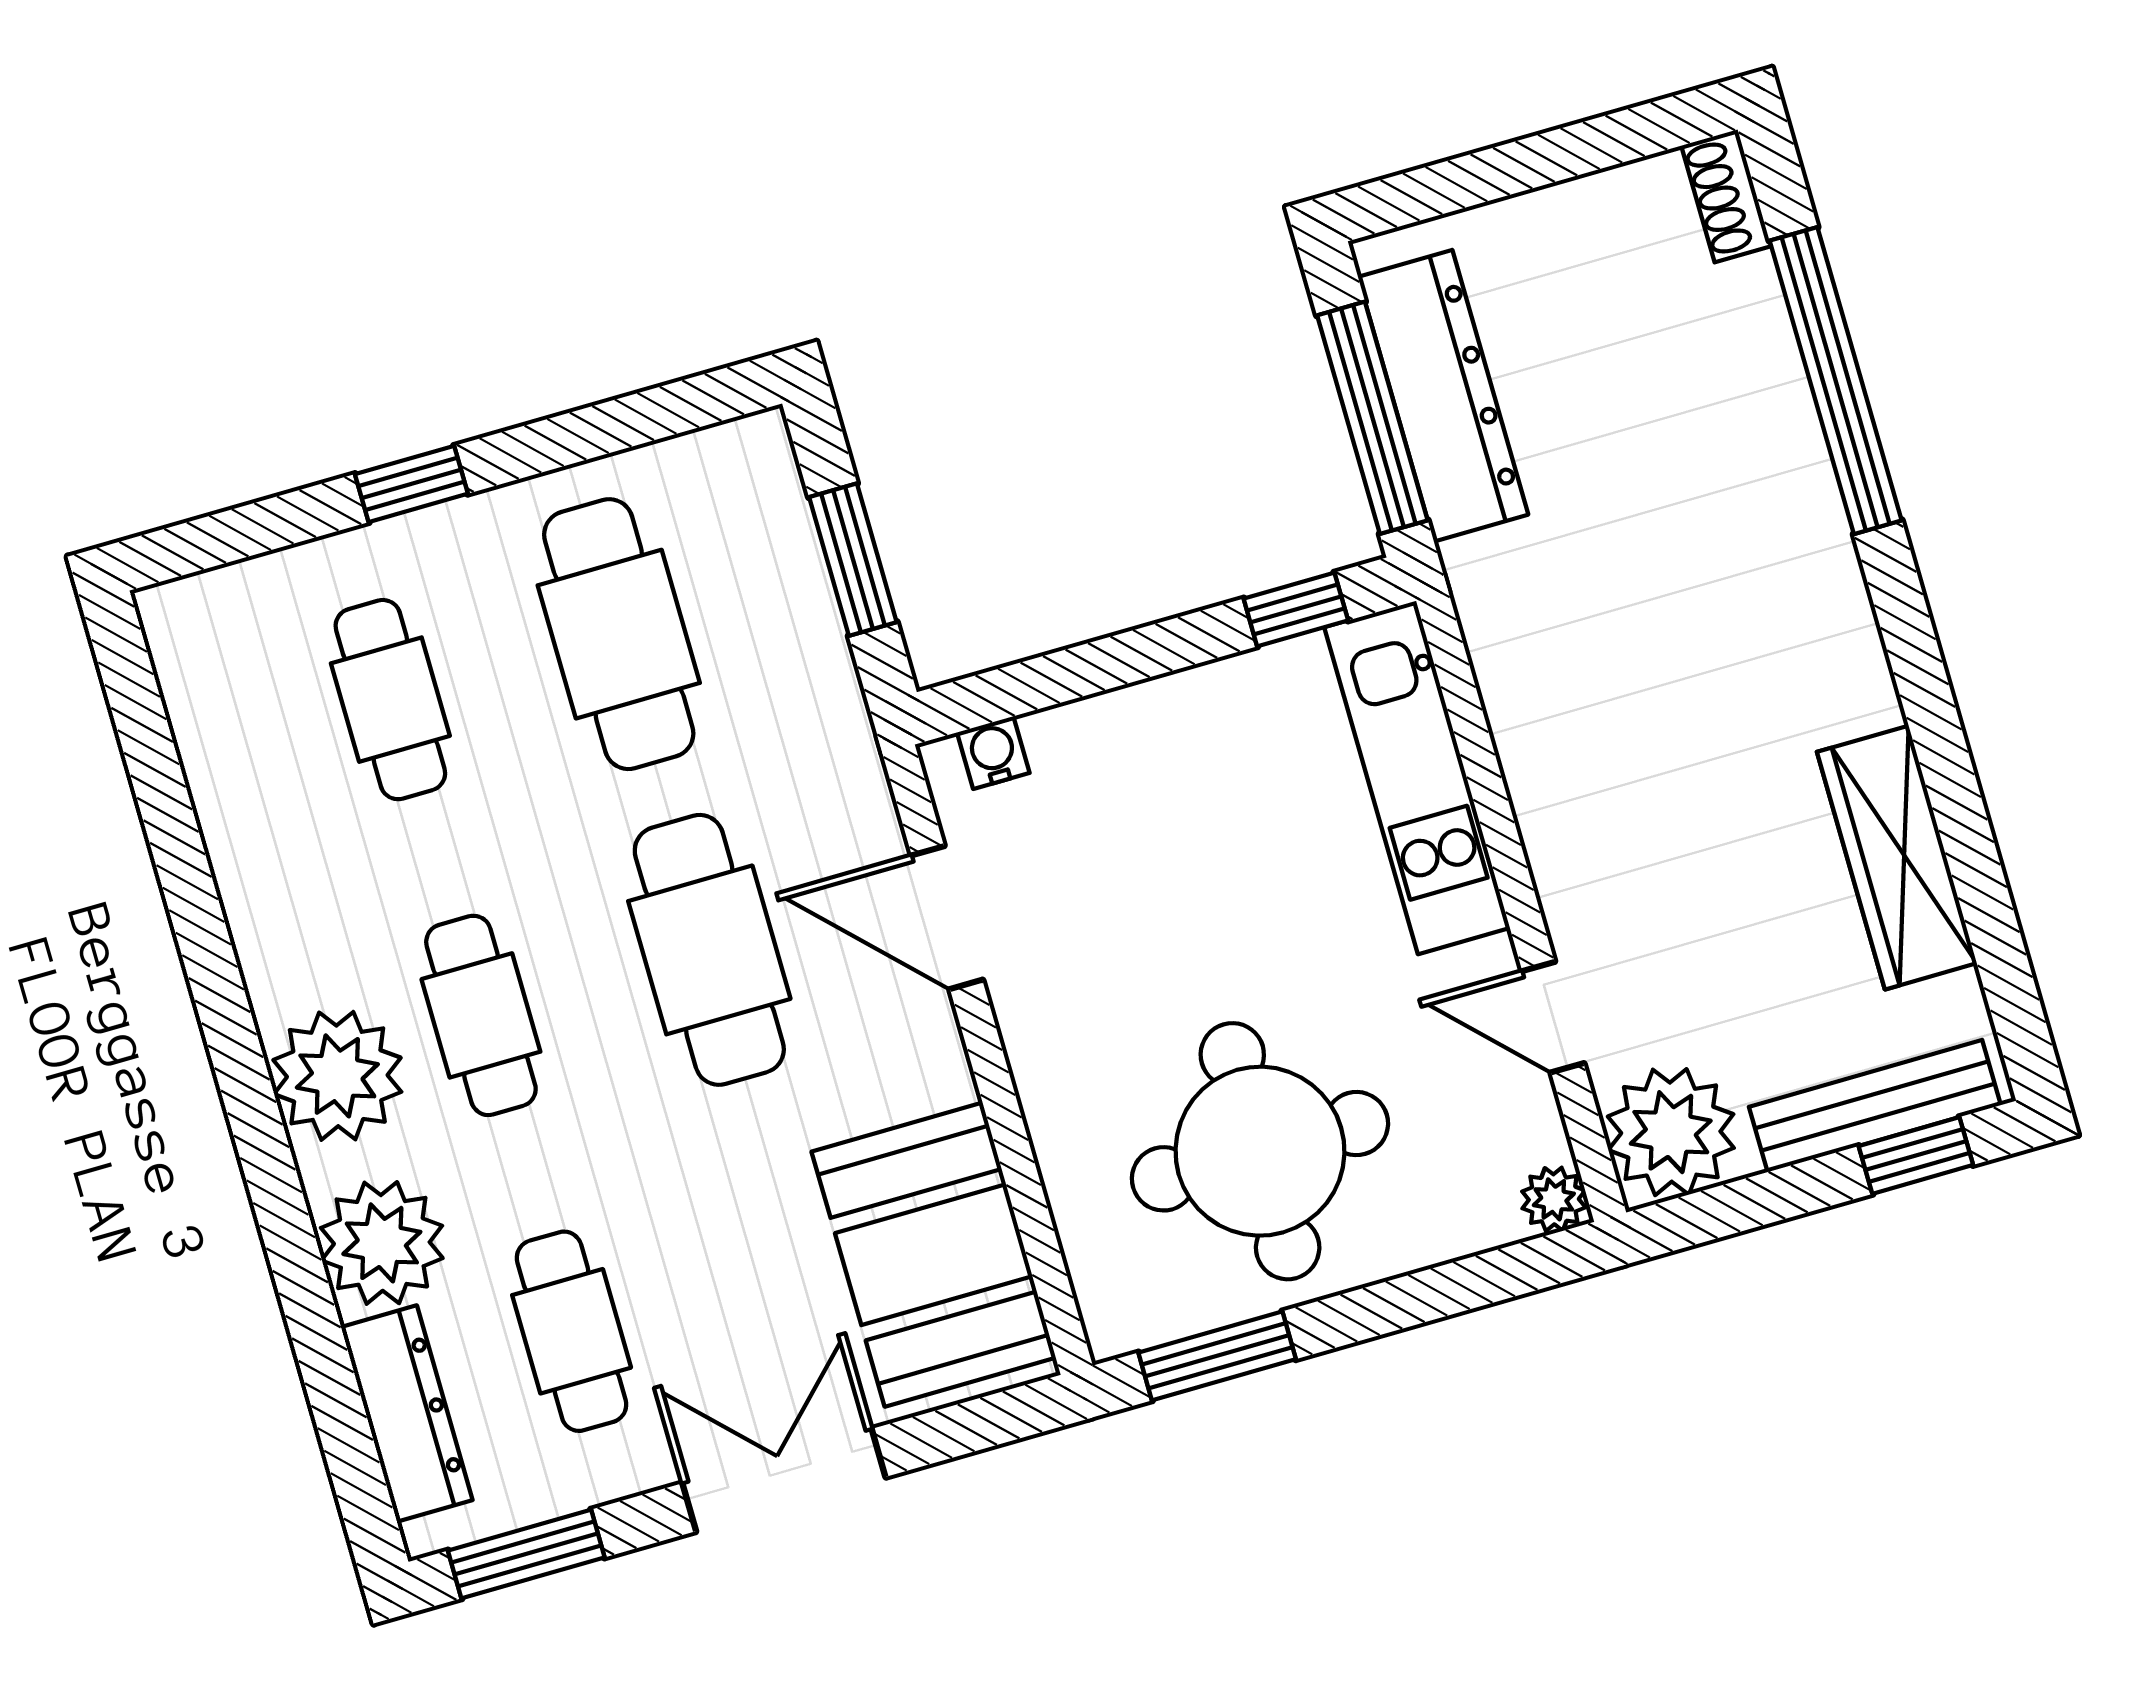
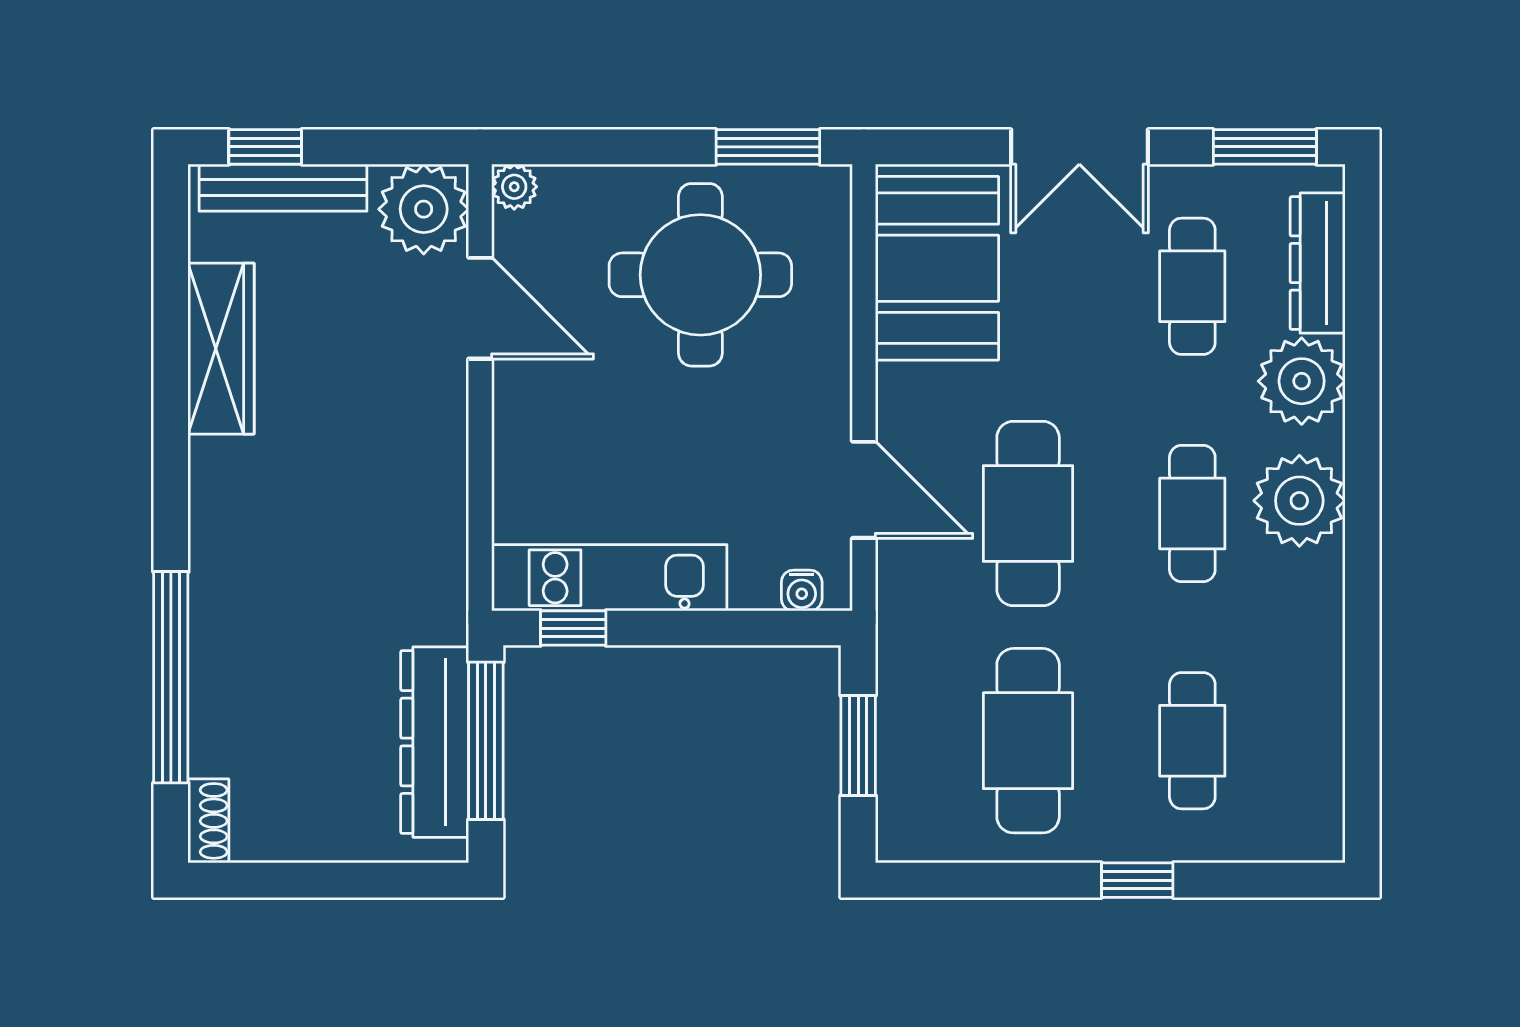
kitchen unit: (1417, 778) -> (609, 578), moved, turned -90
door: (1553, 1017) -> (480, 308), width x1.38

